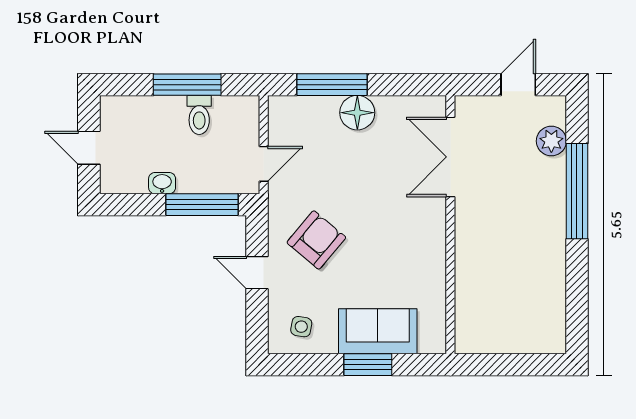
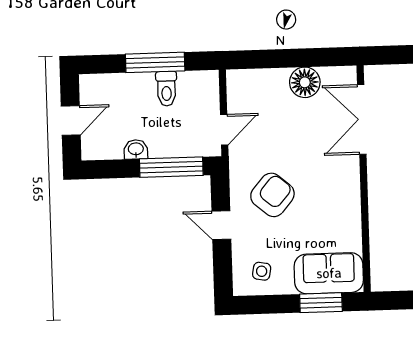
window: (332, 85) -> (282, 58), removed
door: (89, 148) -> (71, 120), swing flipped
double door: (450, 157) -> (362, 119), moved
wall: (450, 225) -> (364, 179), moved

